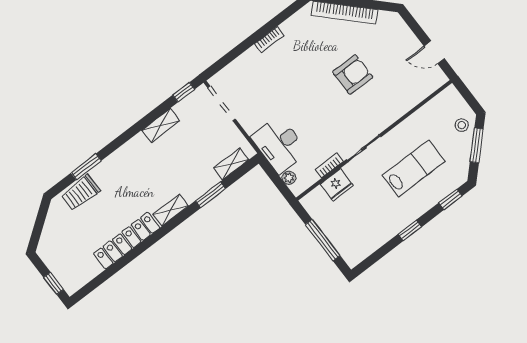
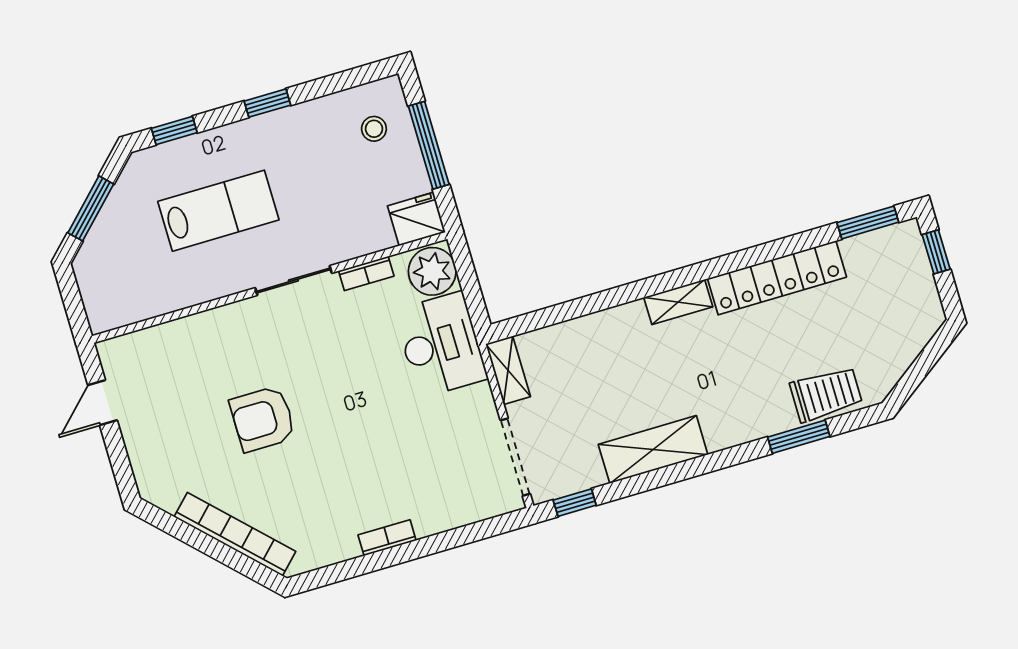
door: (434, 52) -> (103, 403), swing flipped
shelving: (161, 125) -> (653, 449), width x1.50, depth x1.33
stool: (462, 125) -> (374, 129), moved
shelving: (231, 164) -> (508, 370), moved, turned 90
lab bench: (414, 168) -> (218, 211), turned 180
plant: (289, 178) -> (432, 271), width x1.88, depth x1.88
fridge: (337, 185) -> (416, 219), moved
window: (210, 195) -> (868, 222), moved

